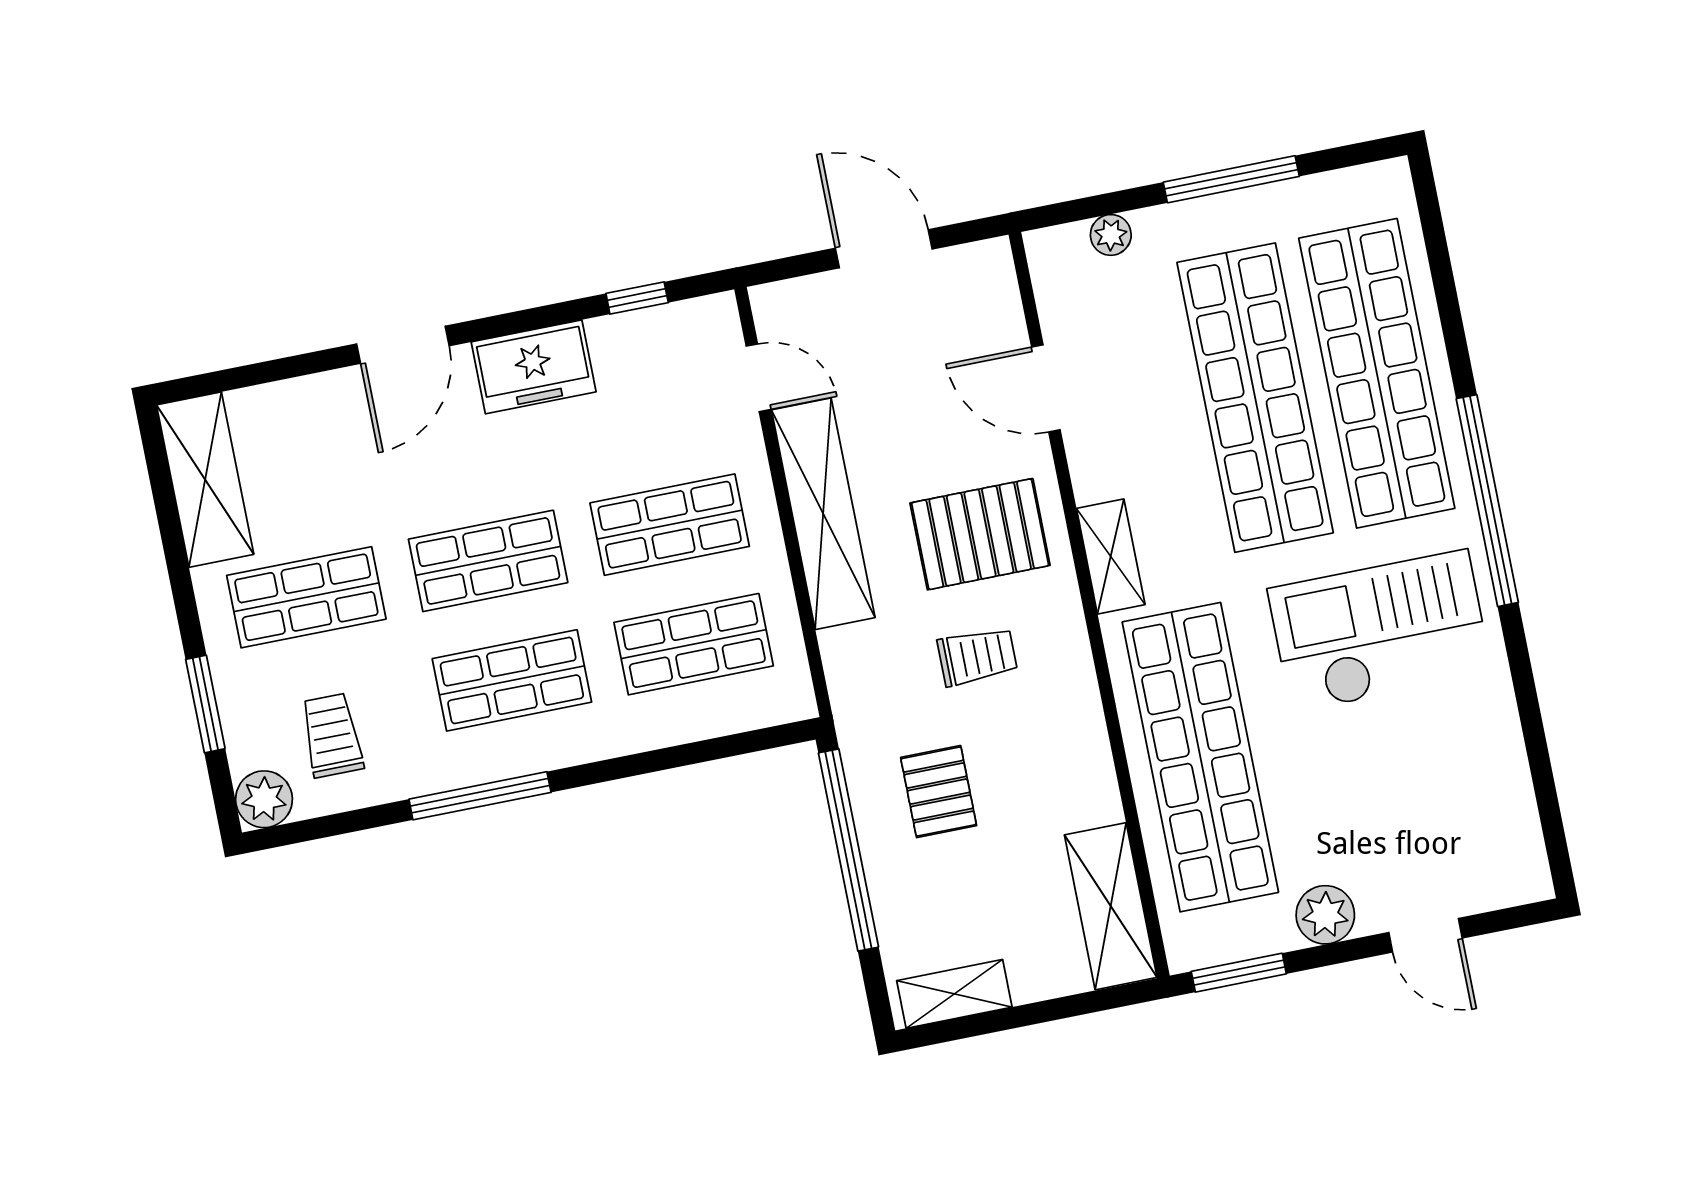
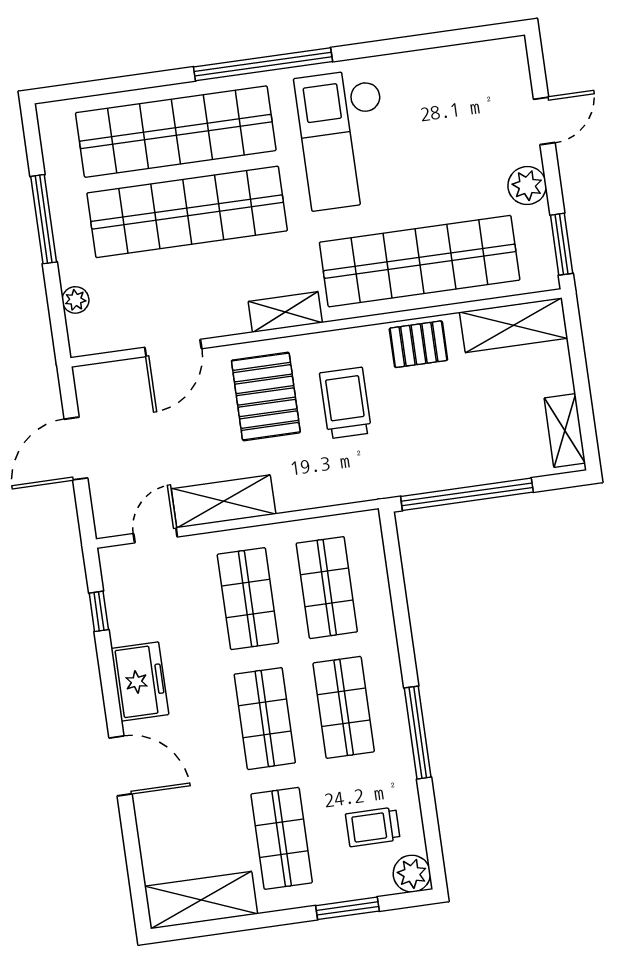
shelving: (823, 514) -> (224, 501), width x0.68
trolley: (977, 656) -> (346, 403), width x1.36, depth x1.39
pallet: (939, 792) -> (418, 344), moved

